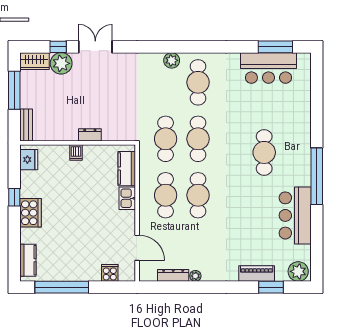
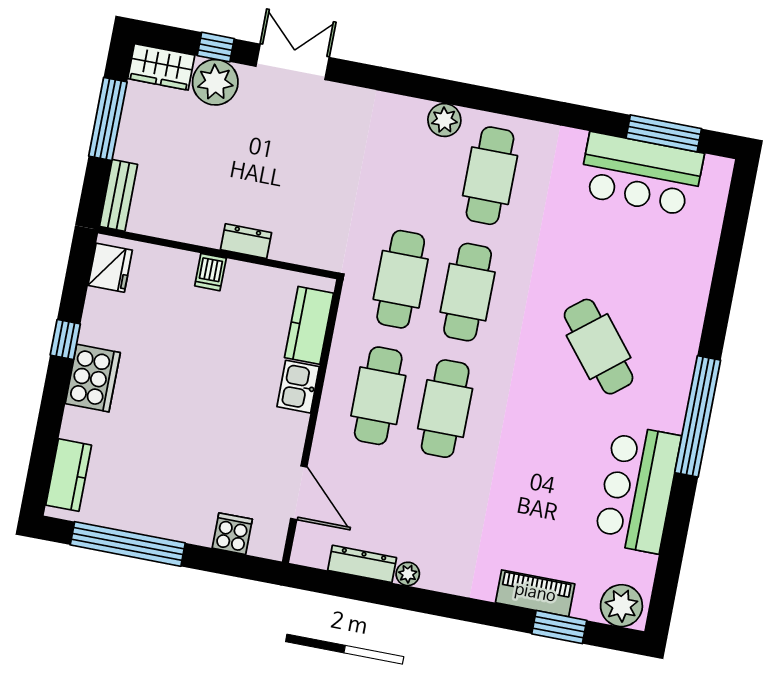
cafe table: (264, 152) -> (599, 347), turned -39

